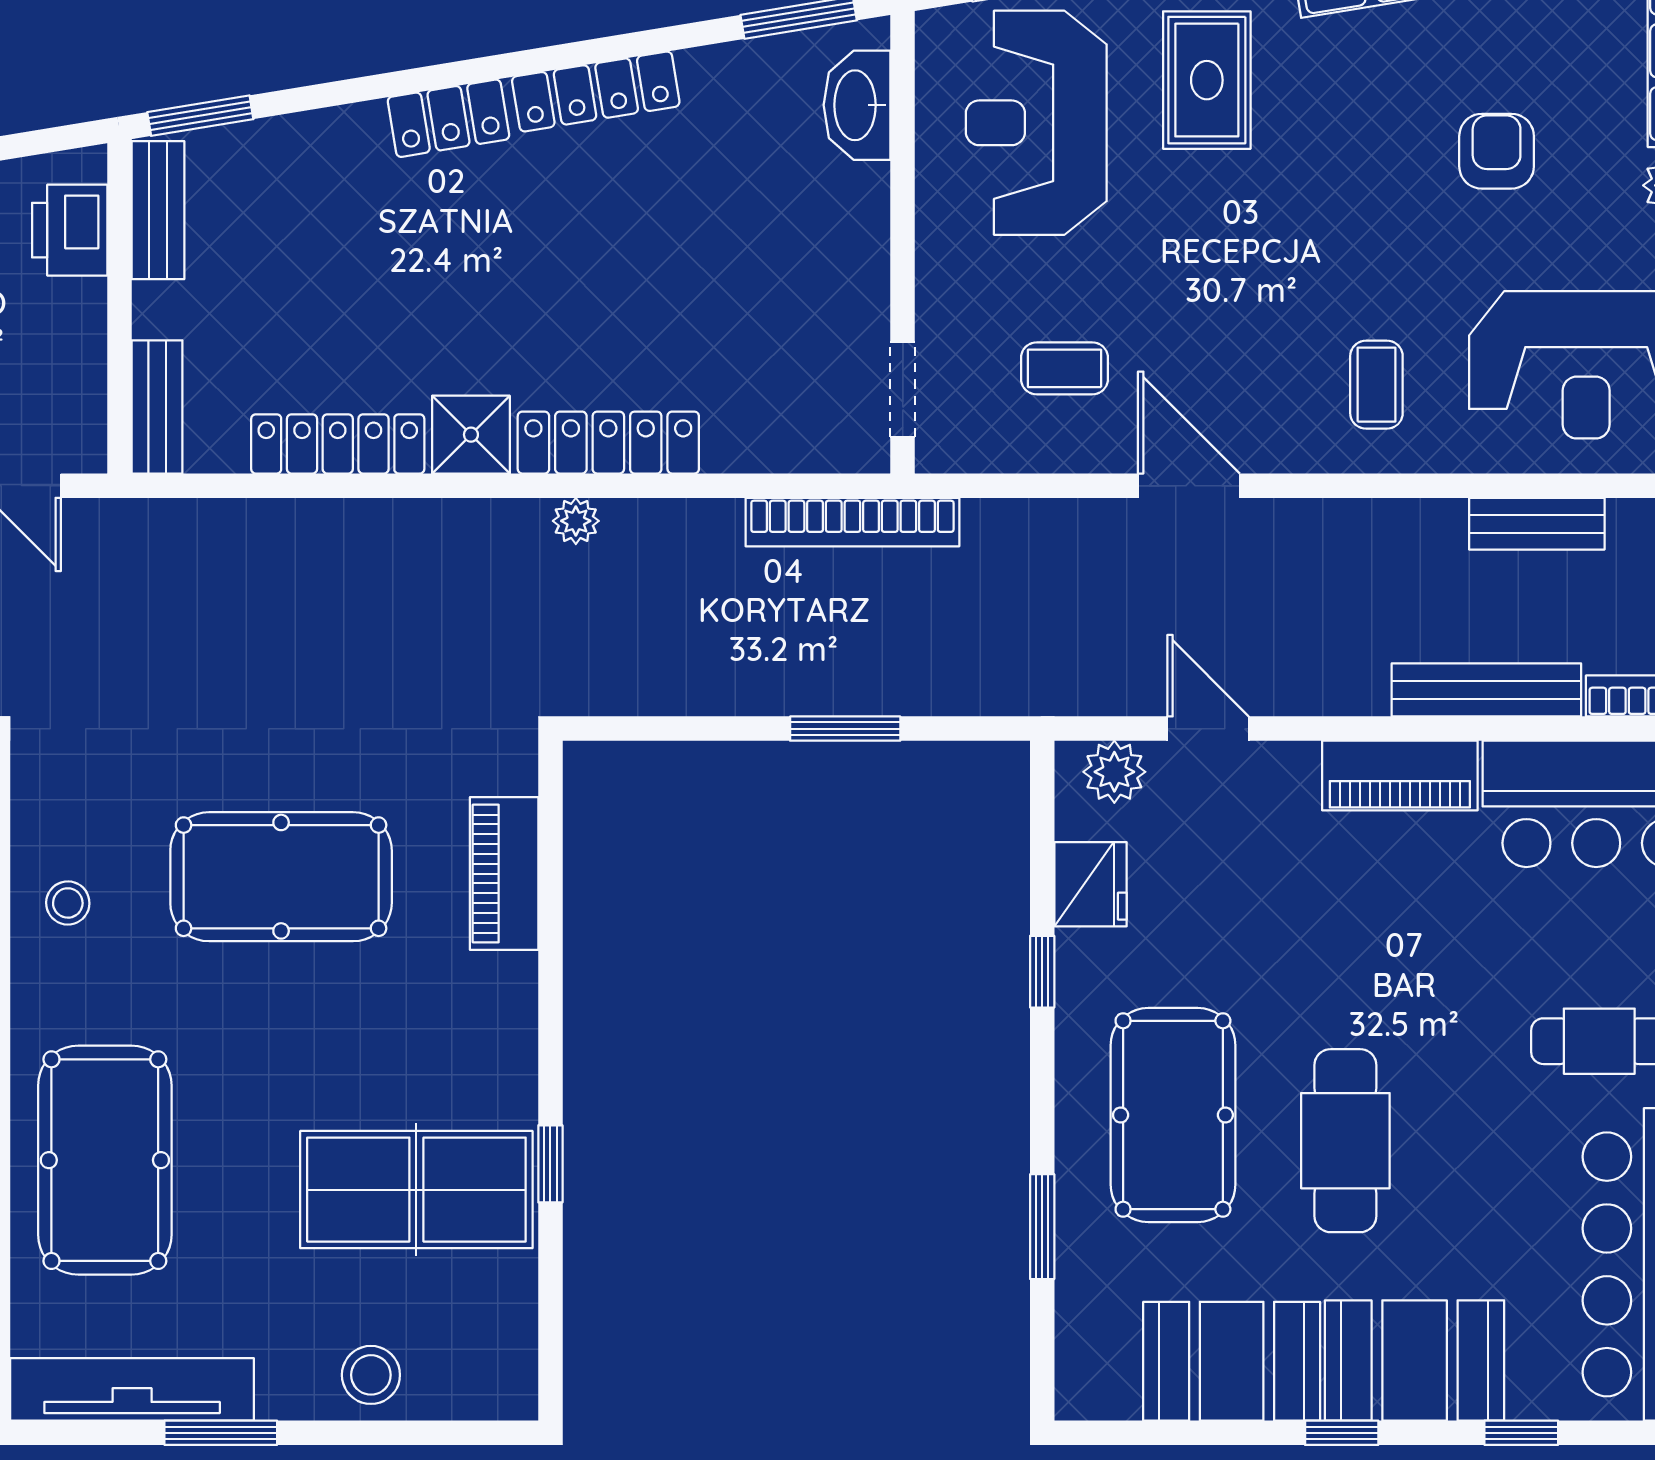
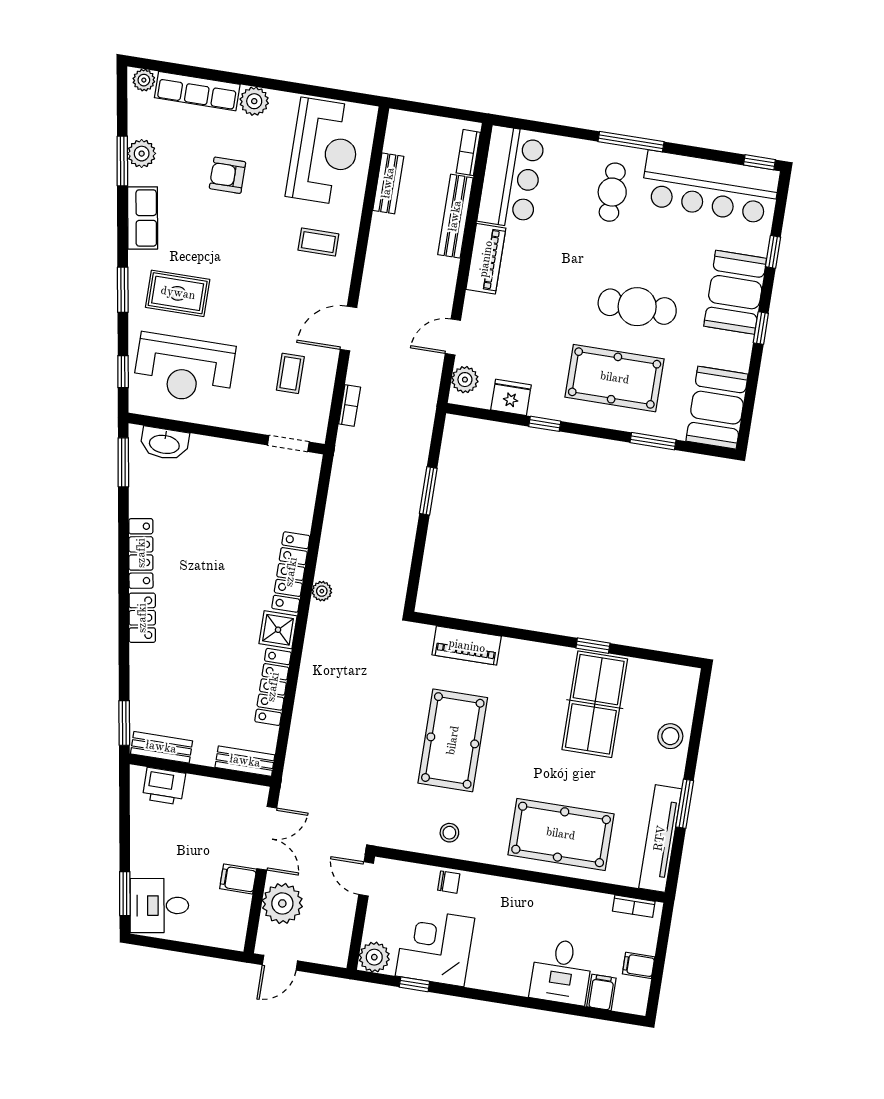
bookcase: (852, 522) -> (350, 405), moved, width x0.43, depth x0.76
booth: (1232, 1361) -> (717, 408), moved

